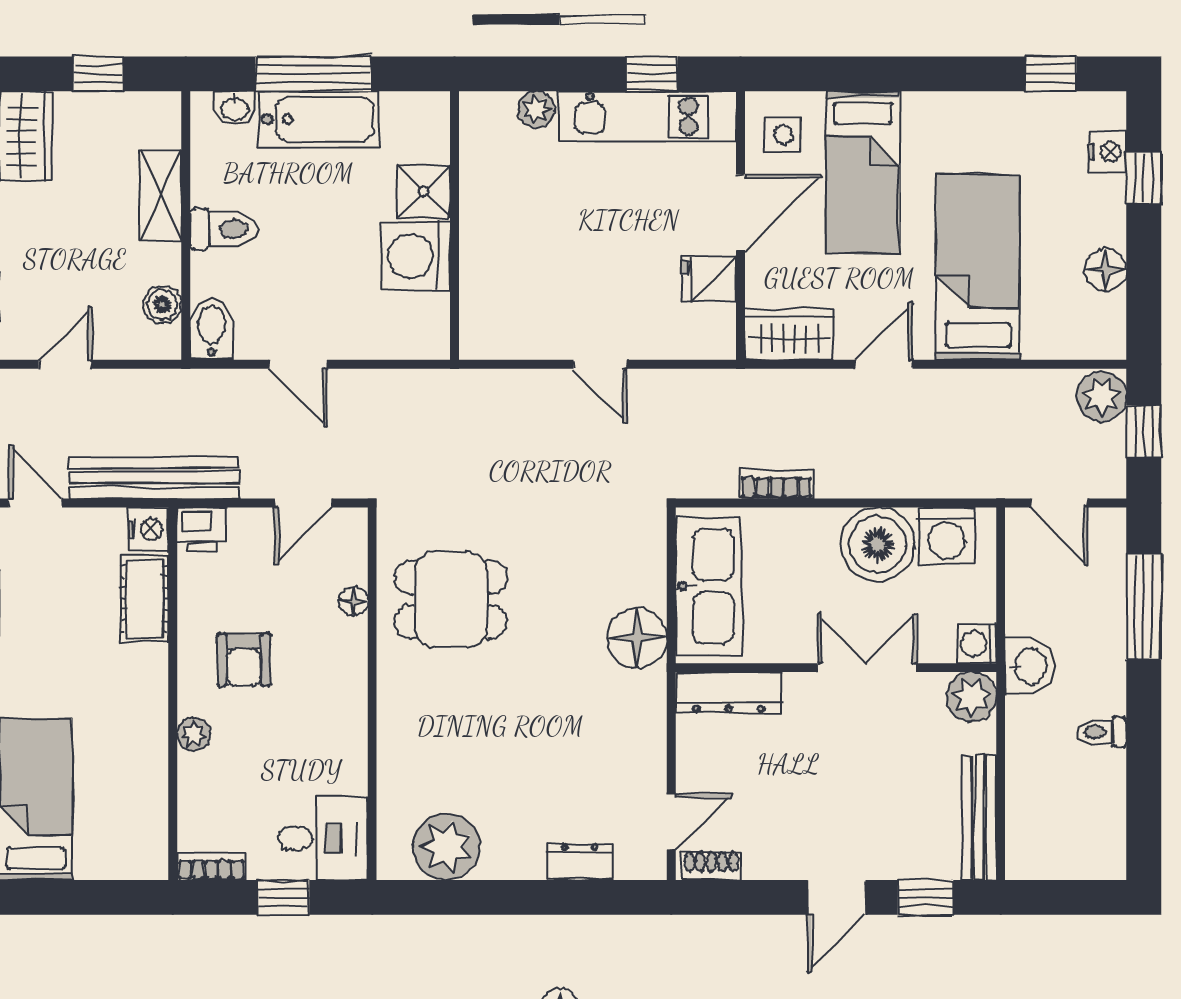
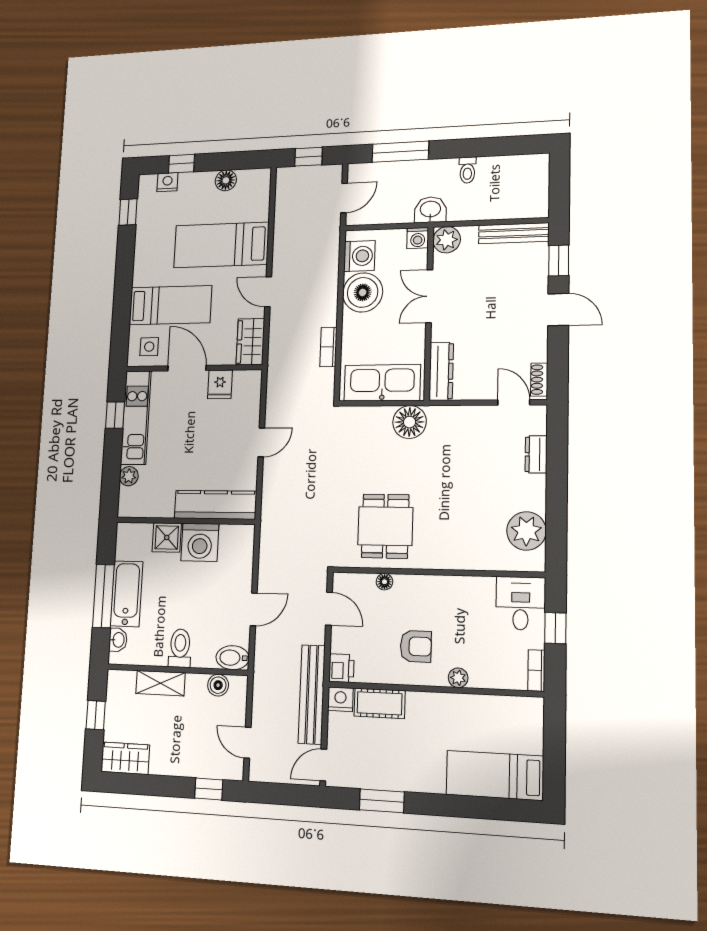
kitchen counter: (485, 282) -> (215, 505), added
plant: (1101, 396) -> (290, 179), removed

